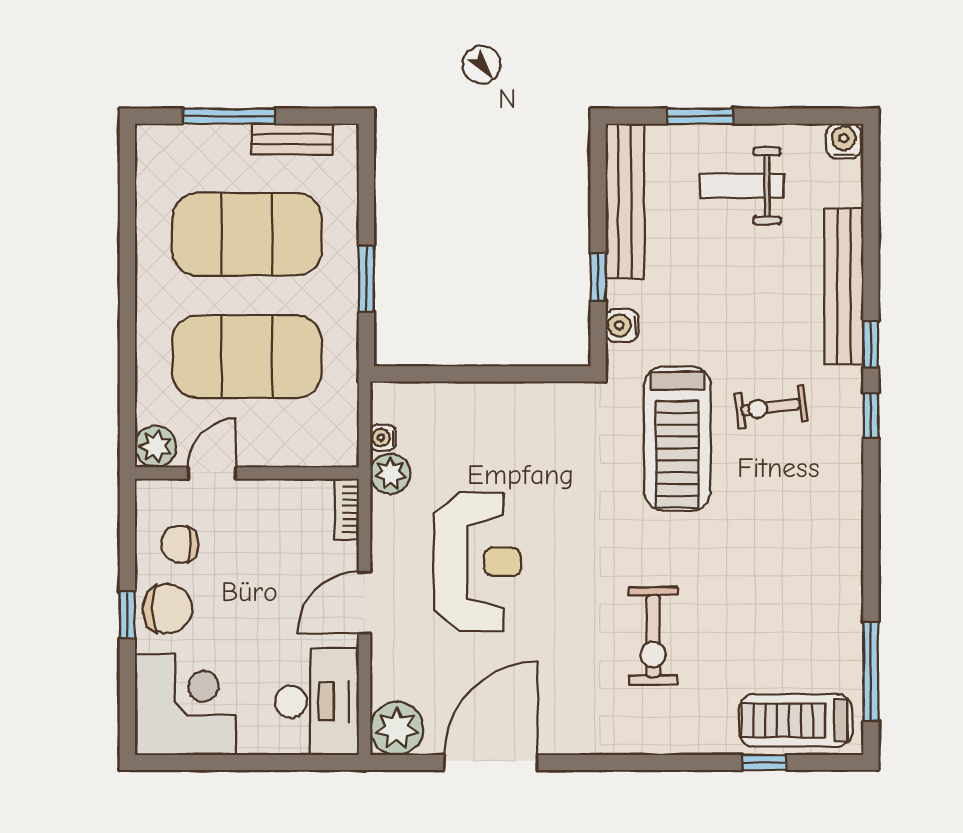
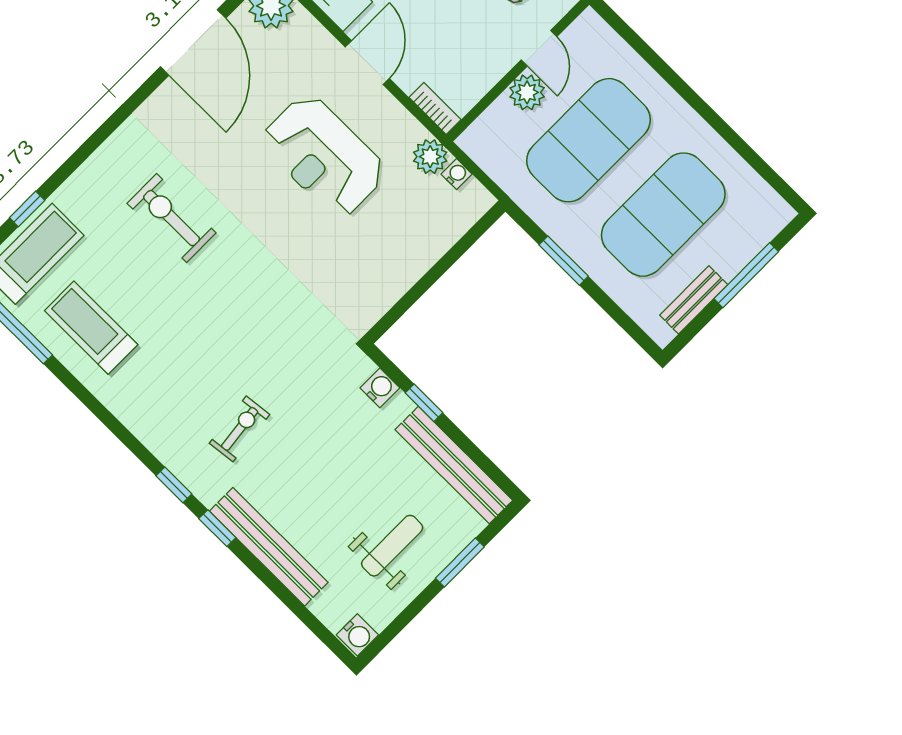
treadmill: (677, 439) -> (91, 328), moved, width x0.73, depth x0.73
plant: (156, 447) -> (527, 92), moved

